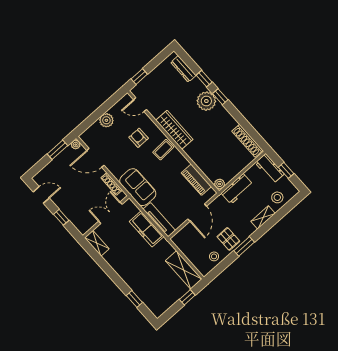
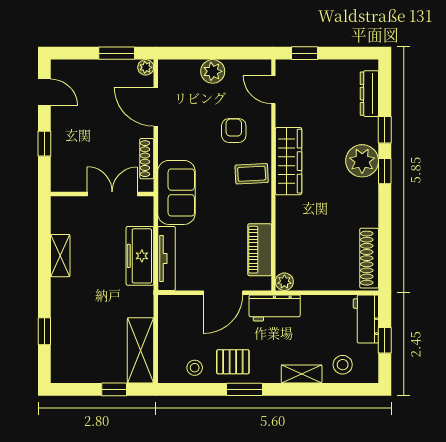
workbench: (237, 189) -> (275, 308), moved
pallet: (228, 239) -> (233, 362), turned 90
shelving: (97, 243) -> (60, 256), moved

